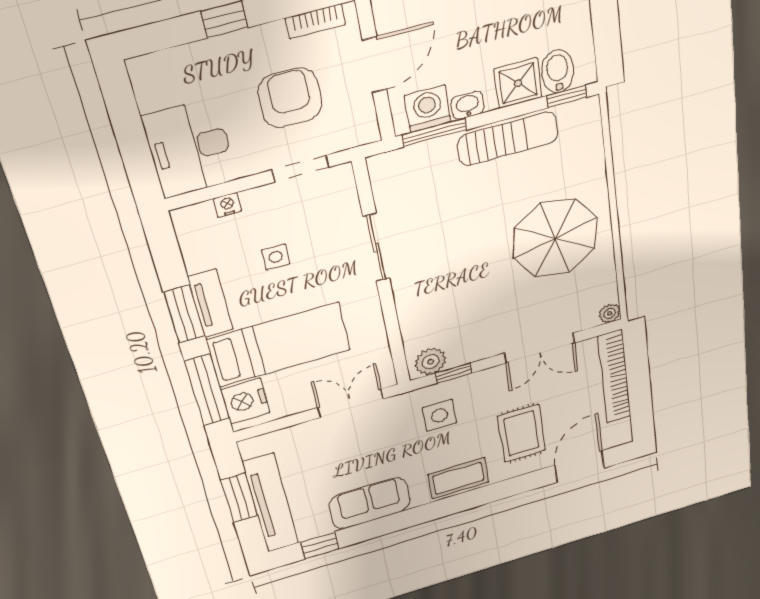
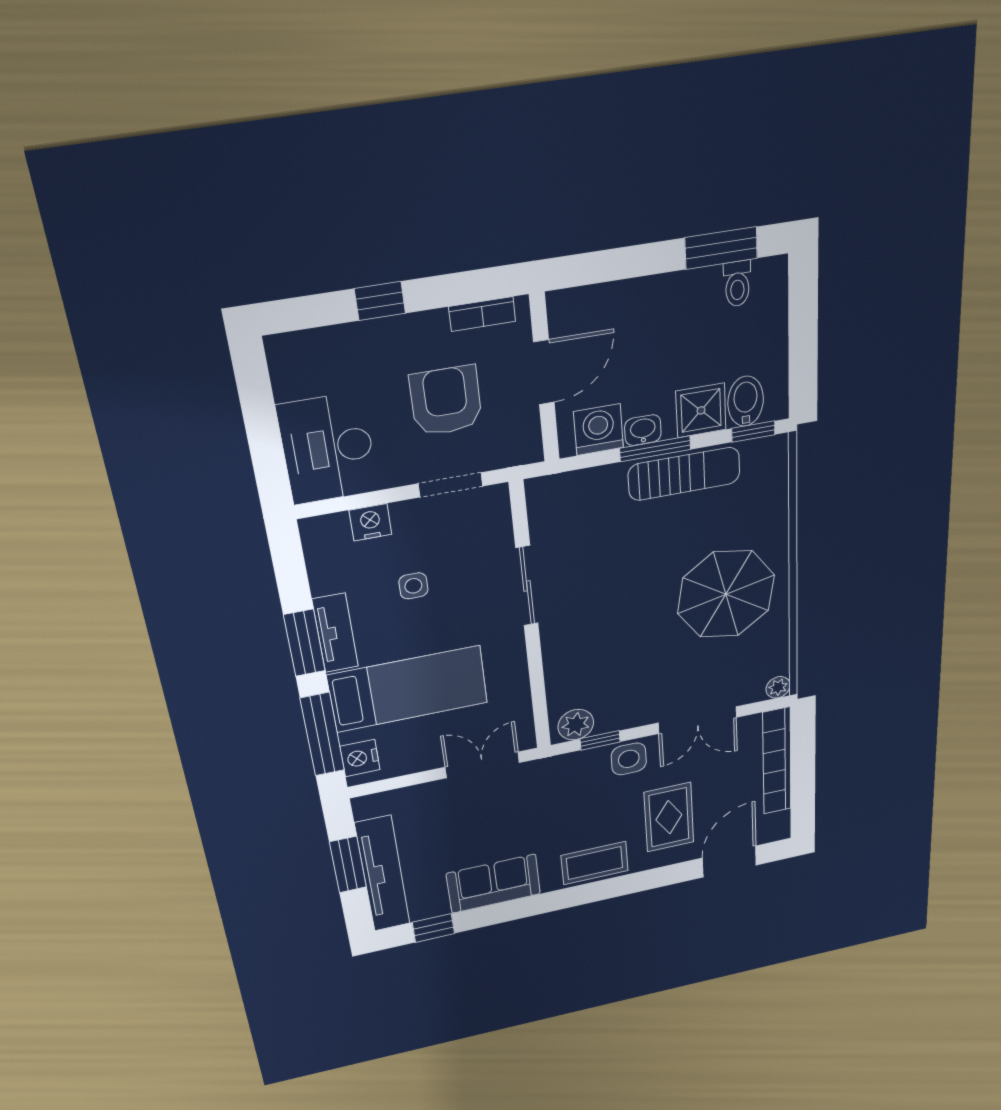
window: (434, 132) -> (655, 449), moved
nightstand: (227, 205) -> (370, 522), width x1.39, depth x1.35
nightstand: (245, 401) -> (360, 758), width x0.74, depth x0.75
side table: (440, 415) -> (629, 759), moved

